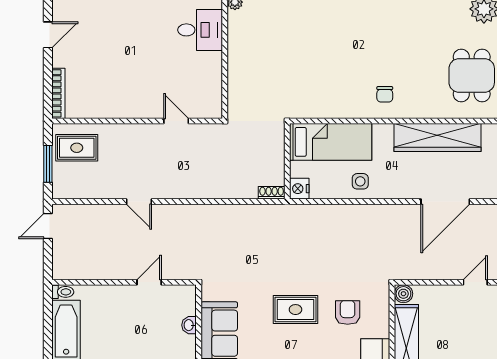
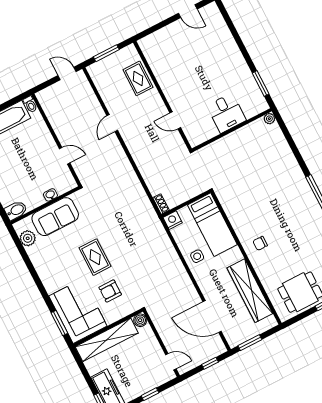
desk: (200, 30) -> (226, 113), moved
bookcase: (58, 93) -> (154, 37), removed
door: (176, 121) -> (175, 120), swing flipped
rug: (77, 148) -> (138, 78), moved
armchair: (348, 312) -> (110, 291), turned 180

